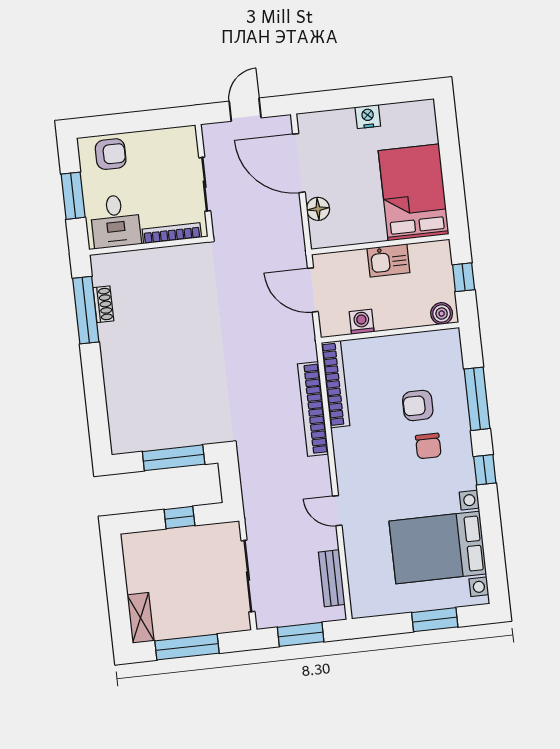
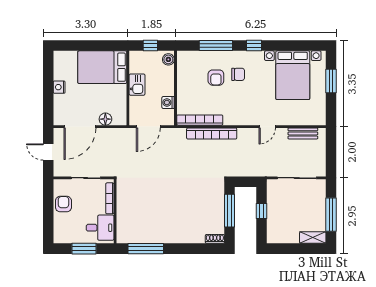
armchair: (111, 154) -> (63, 204), moved
shoe rack: (103, 304) -> (215, 239), moved
window: (301, 634) -> (331, 153), removed

